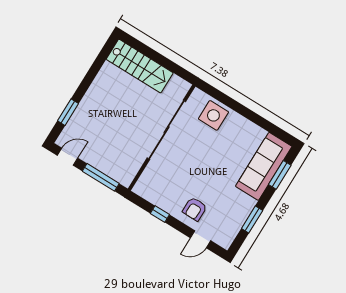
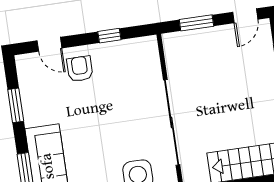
window: (101, 177) -> (196, 23), width x0.69
door: (201, 239) -> (49, 44), swing flipped

